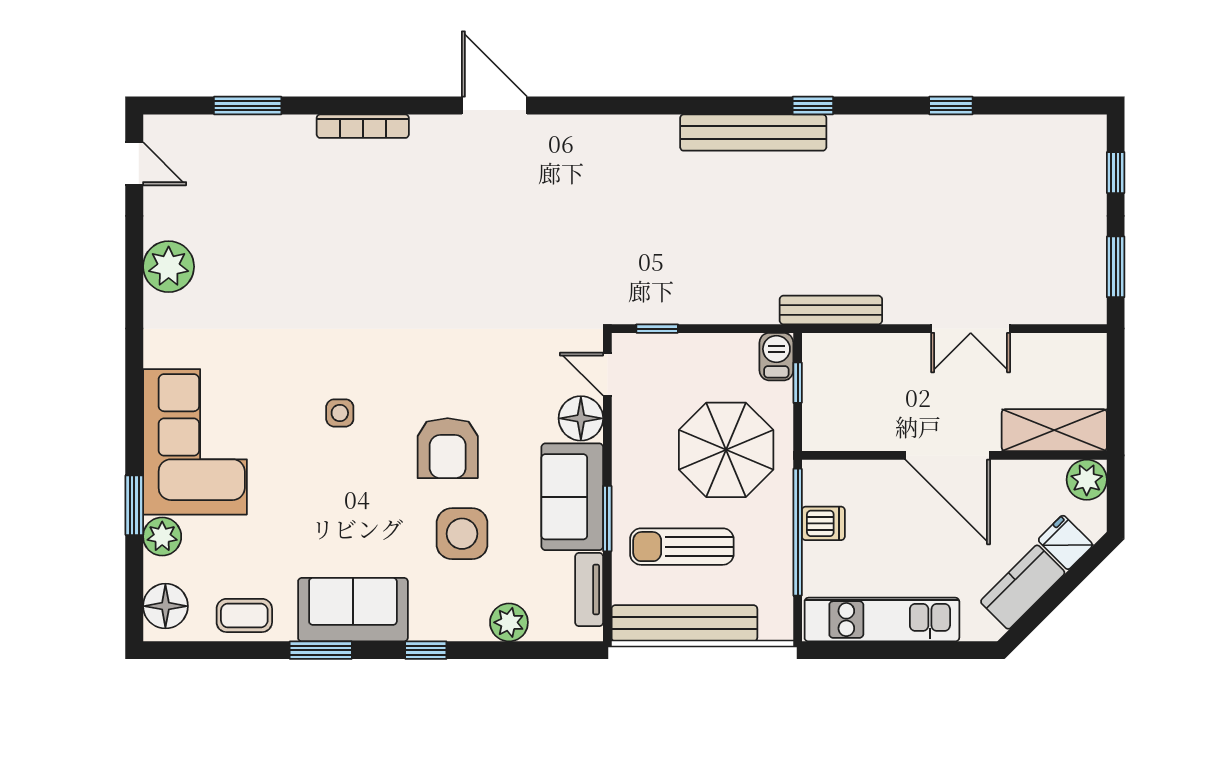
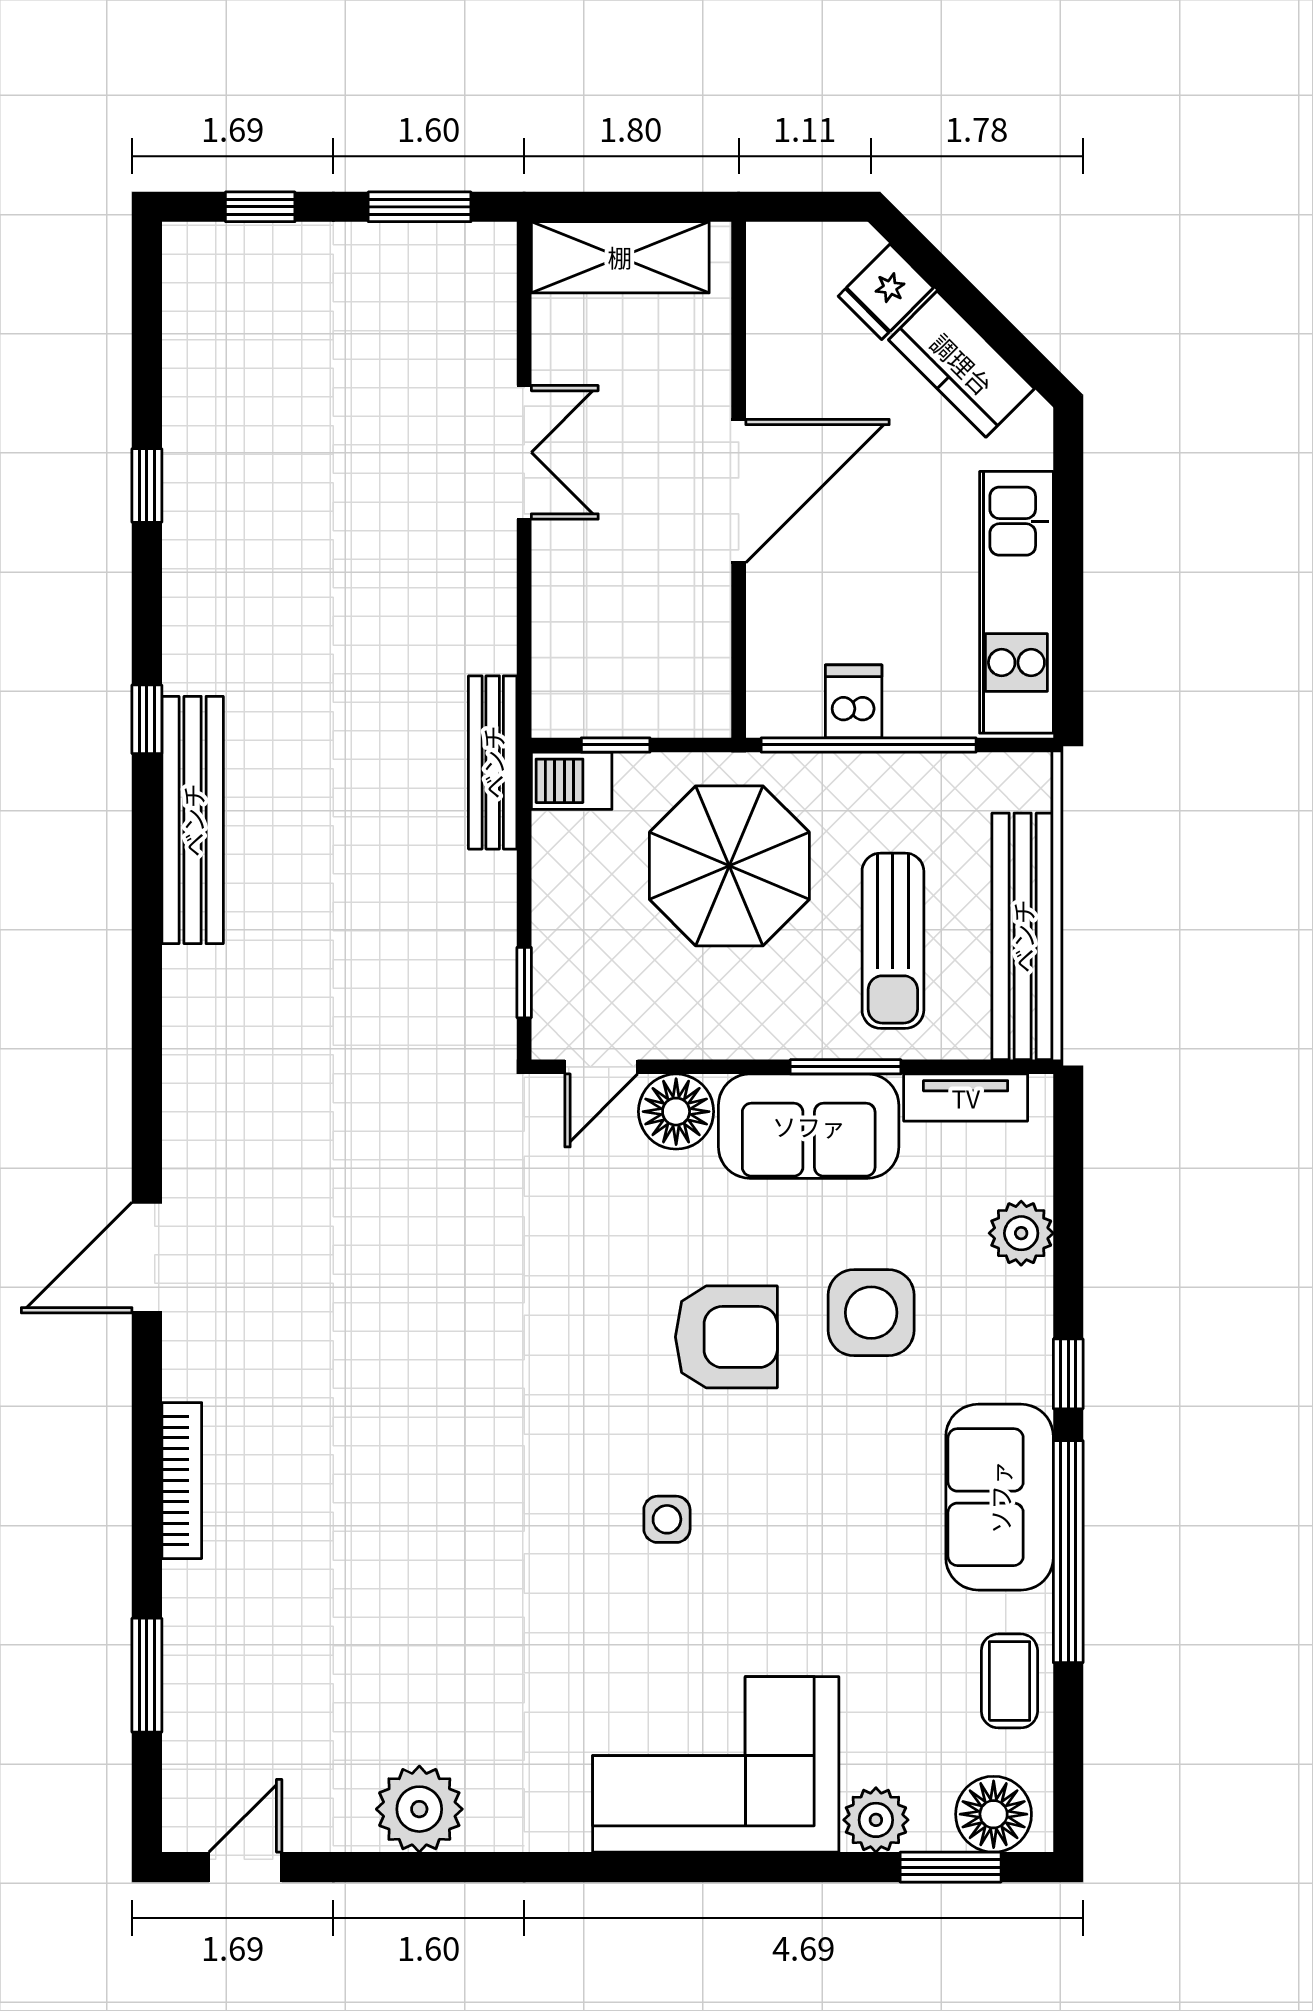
bench: (831, 310) -> (493, 762), moved
shelving: (1054, 430) -> (620, 257), moved, turned 90
plant: (1087, 480) -> (780, 256), removed
window: (134, 505) -> (951, 1867), moved
window: (321, 650) -> (1068, 1552), width x2.11

